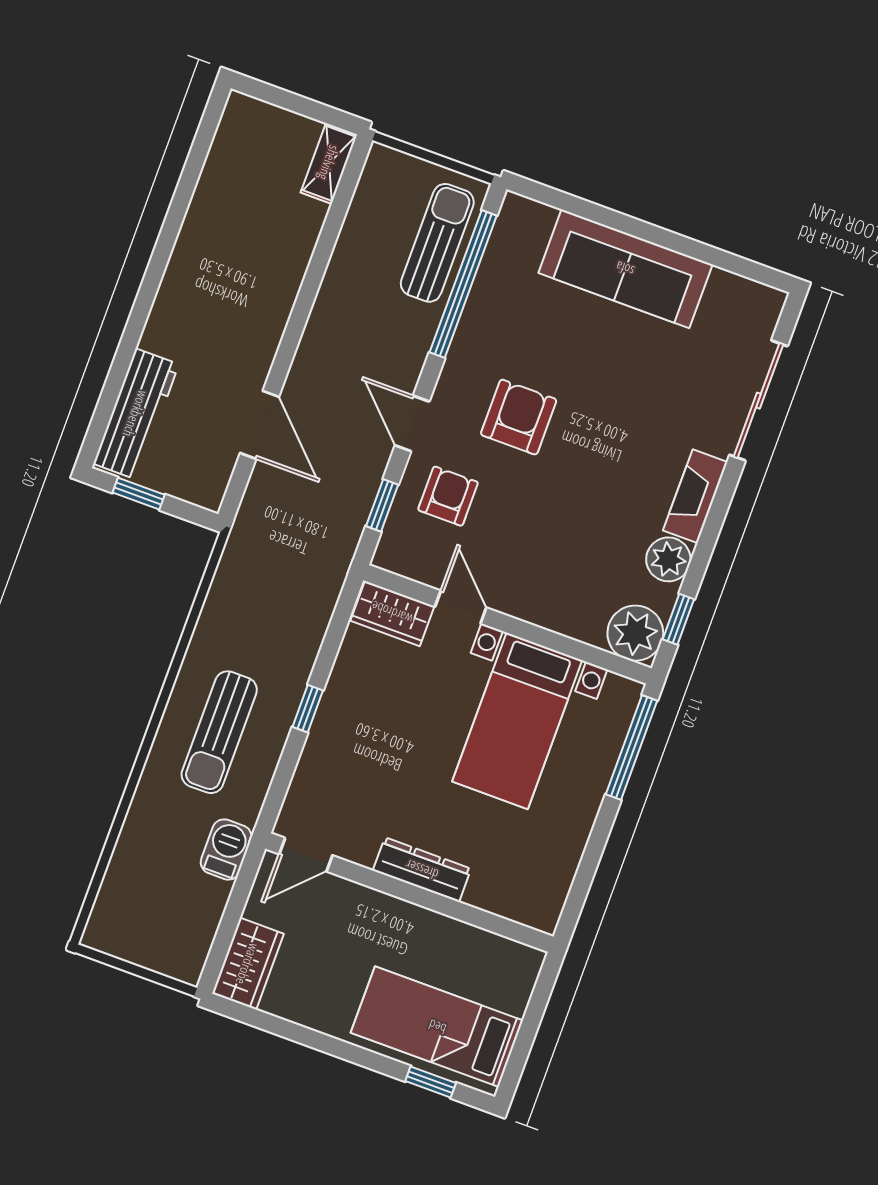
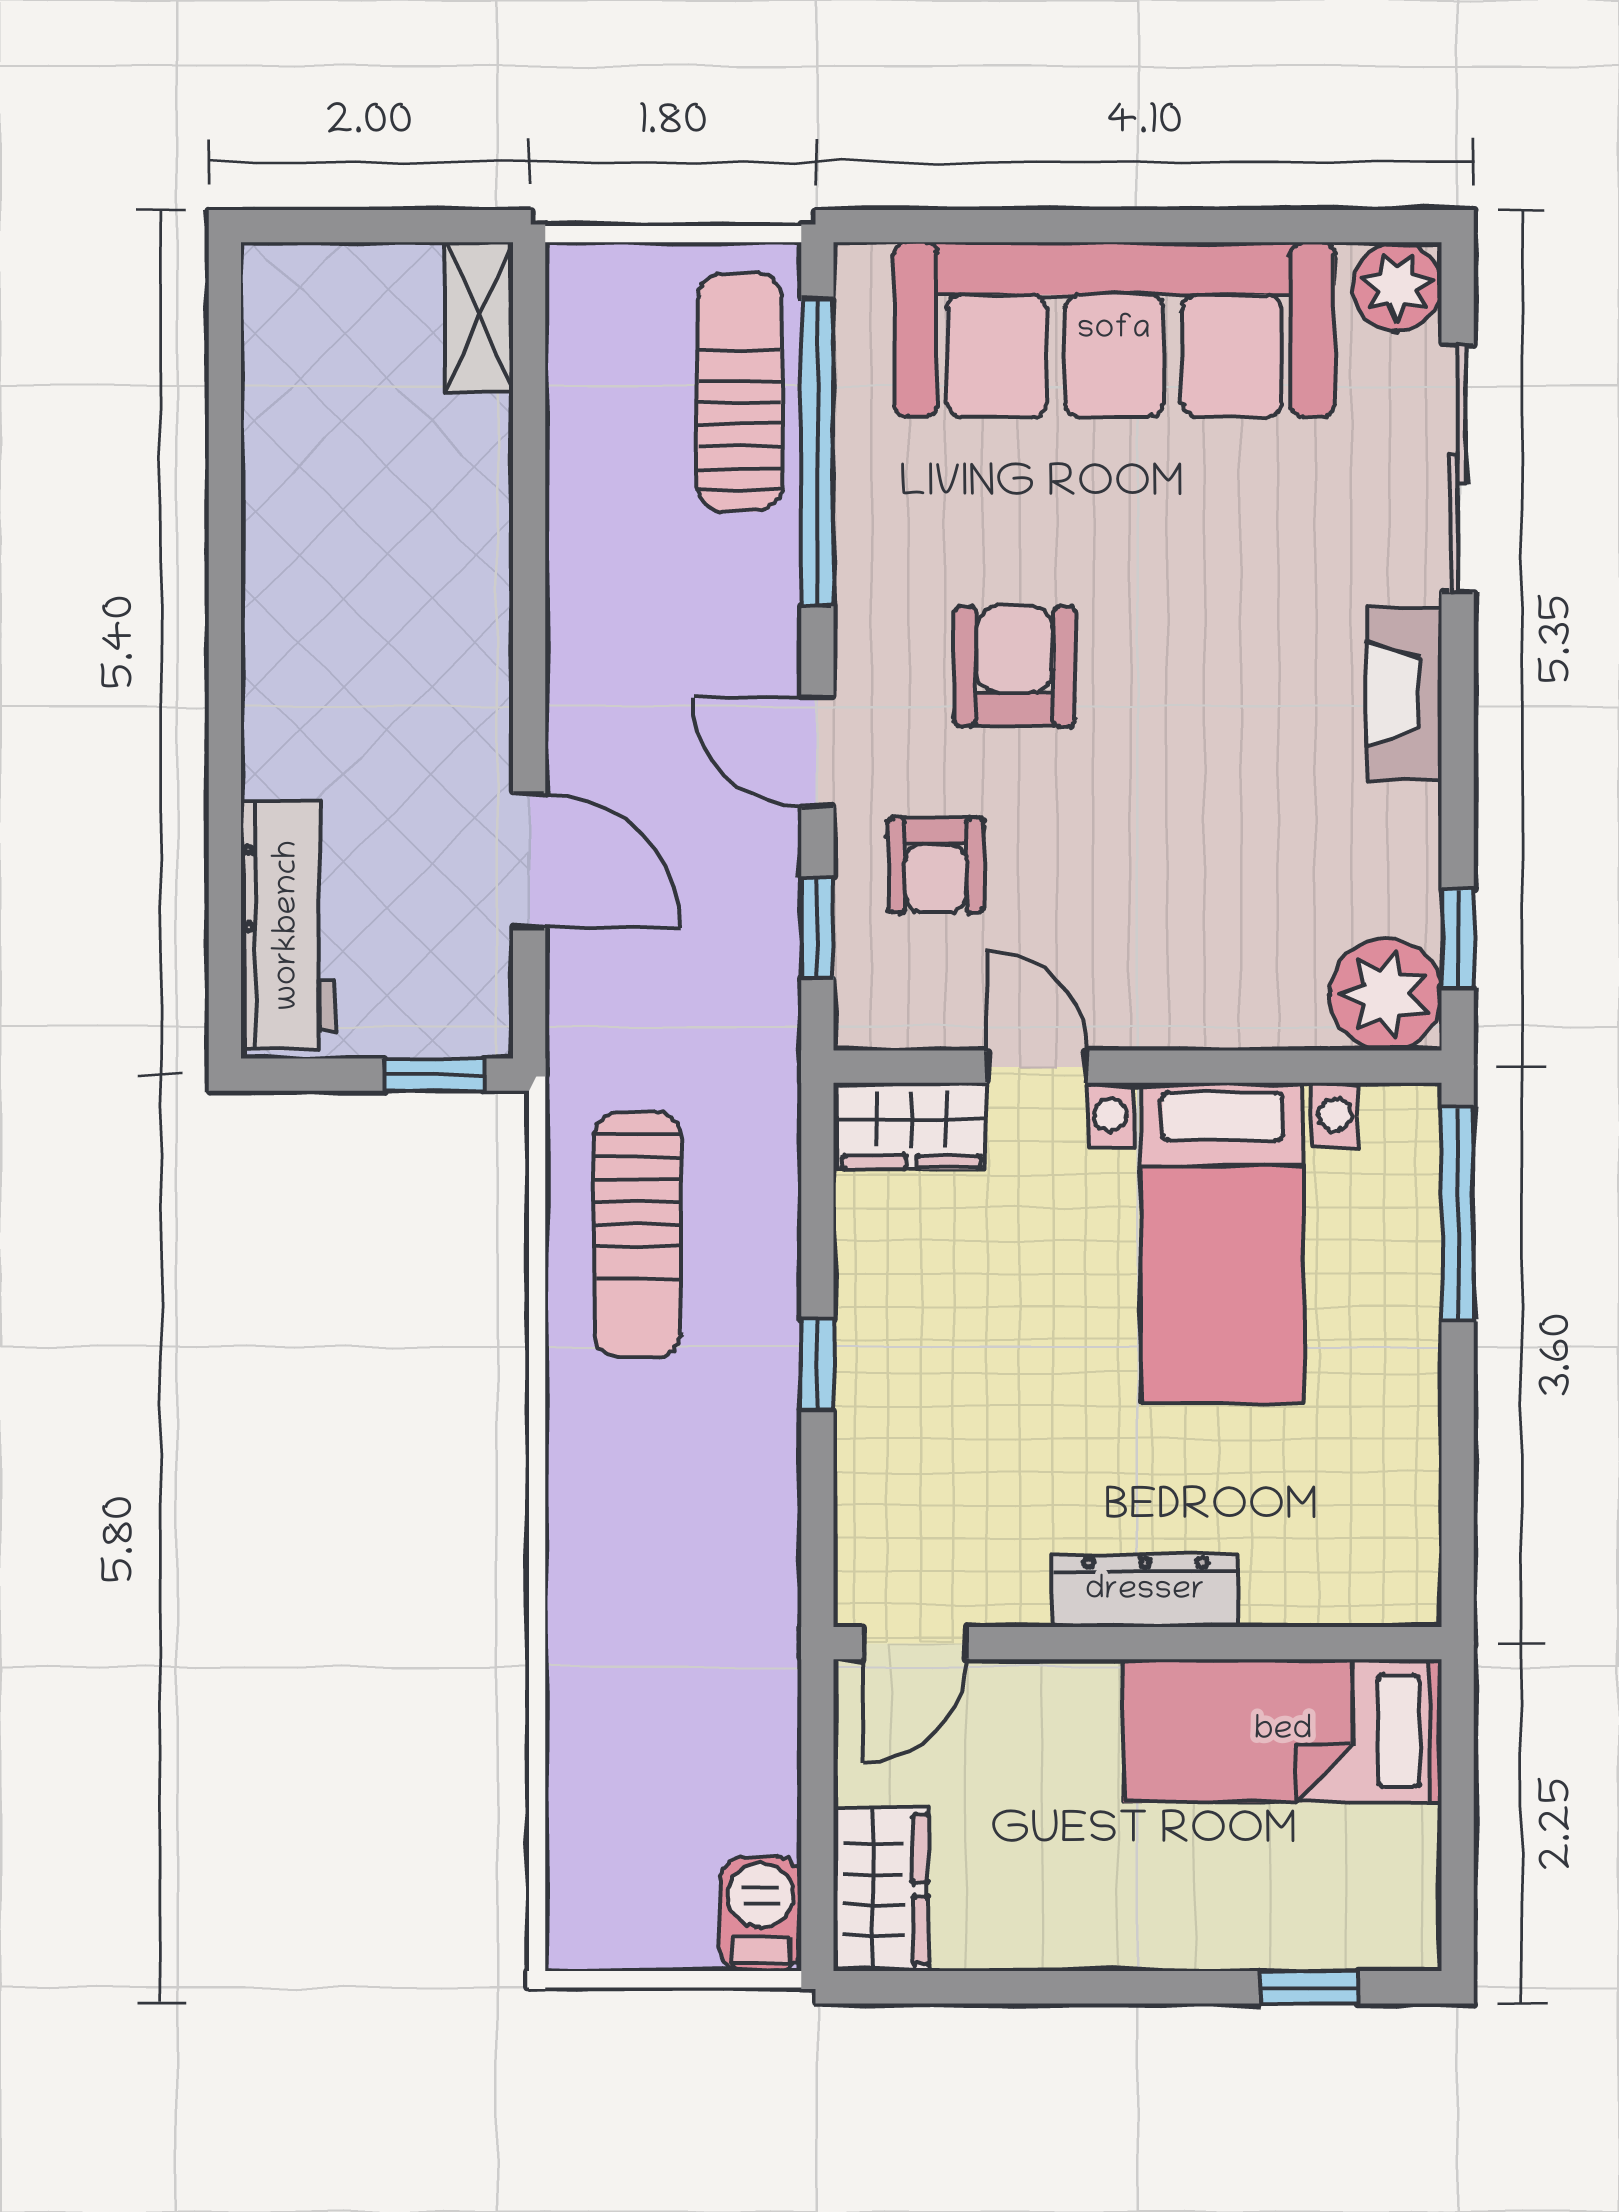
sofa: (625, 269) -> (1114, 330), width x1.36, depth x1.27
window: (139, 494) -> (435, 1075), moved
armchair: (448, 496) -> (936, 865), turned 180
plant: (668, 559) -> (1397, 287), moved
sun lounger: (219, 732) -> (637, 1235), moved
barbecue: (226, 850) -> (760, 1914), moved
bed: (437, 1027) -> (1283, 1731), moved

